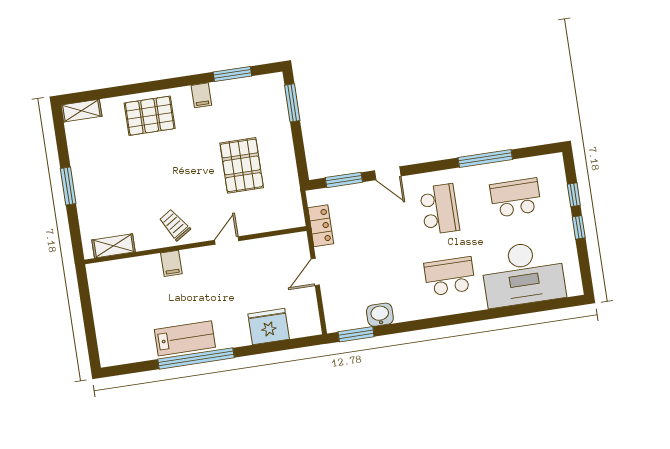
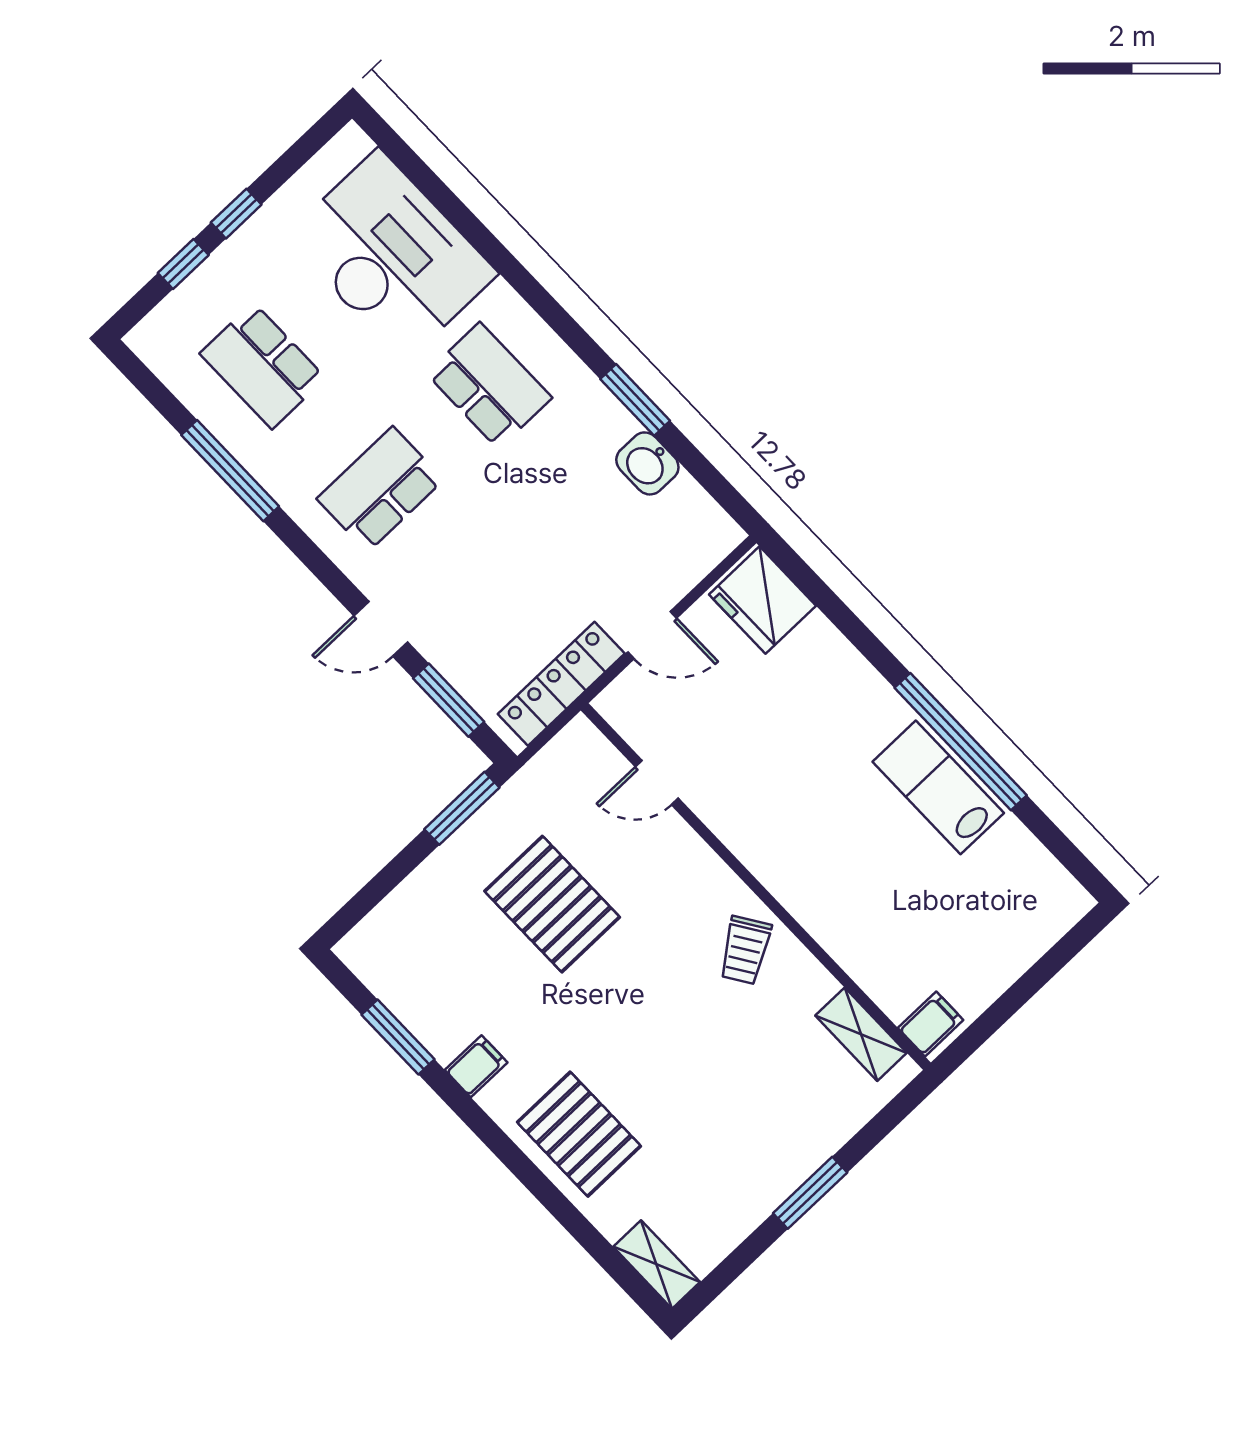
window: (292, 103) -> (462, 808), moved
pallet: (242, 165) -> (552, 904), turned 90
door: (388, 173) -> (381, 629), swing flipped
locker: (321, 226) -> (561, 684), width x1.53
door: (227, 240) -> (657, 783), moved
filing cabinet: (171, 263) -> (931, 1024), moved
school desk: (450, 276) -> (489, 385), turned 180
fridge: (269, 327) -> (762, 600), moved
window: (356, 334) -> (635, 400), moved

